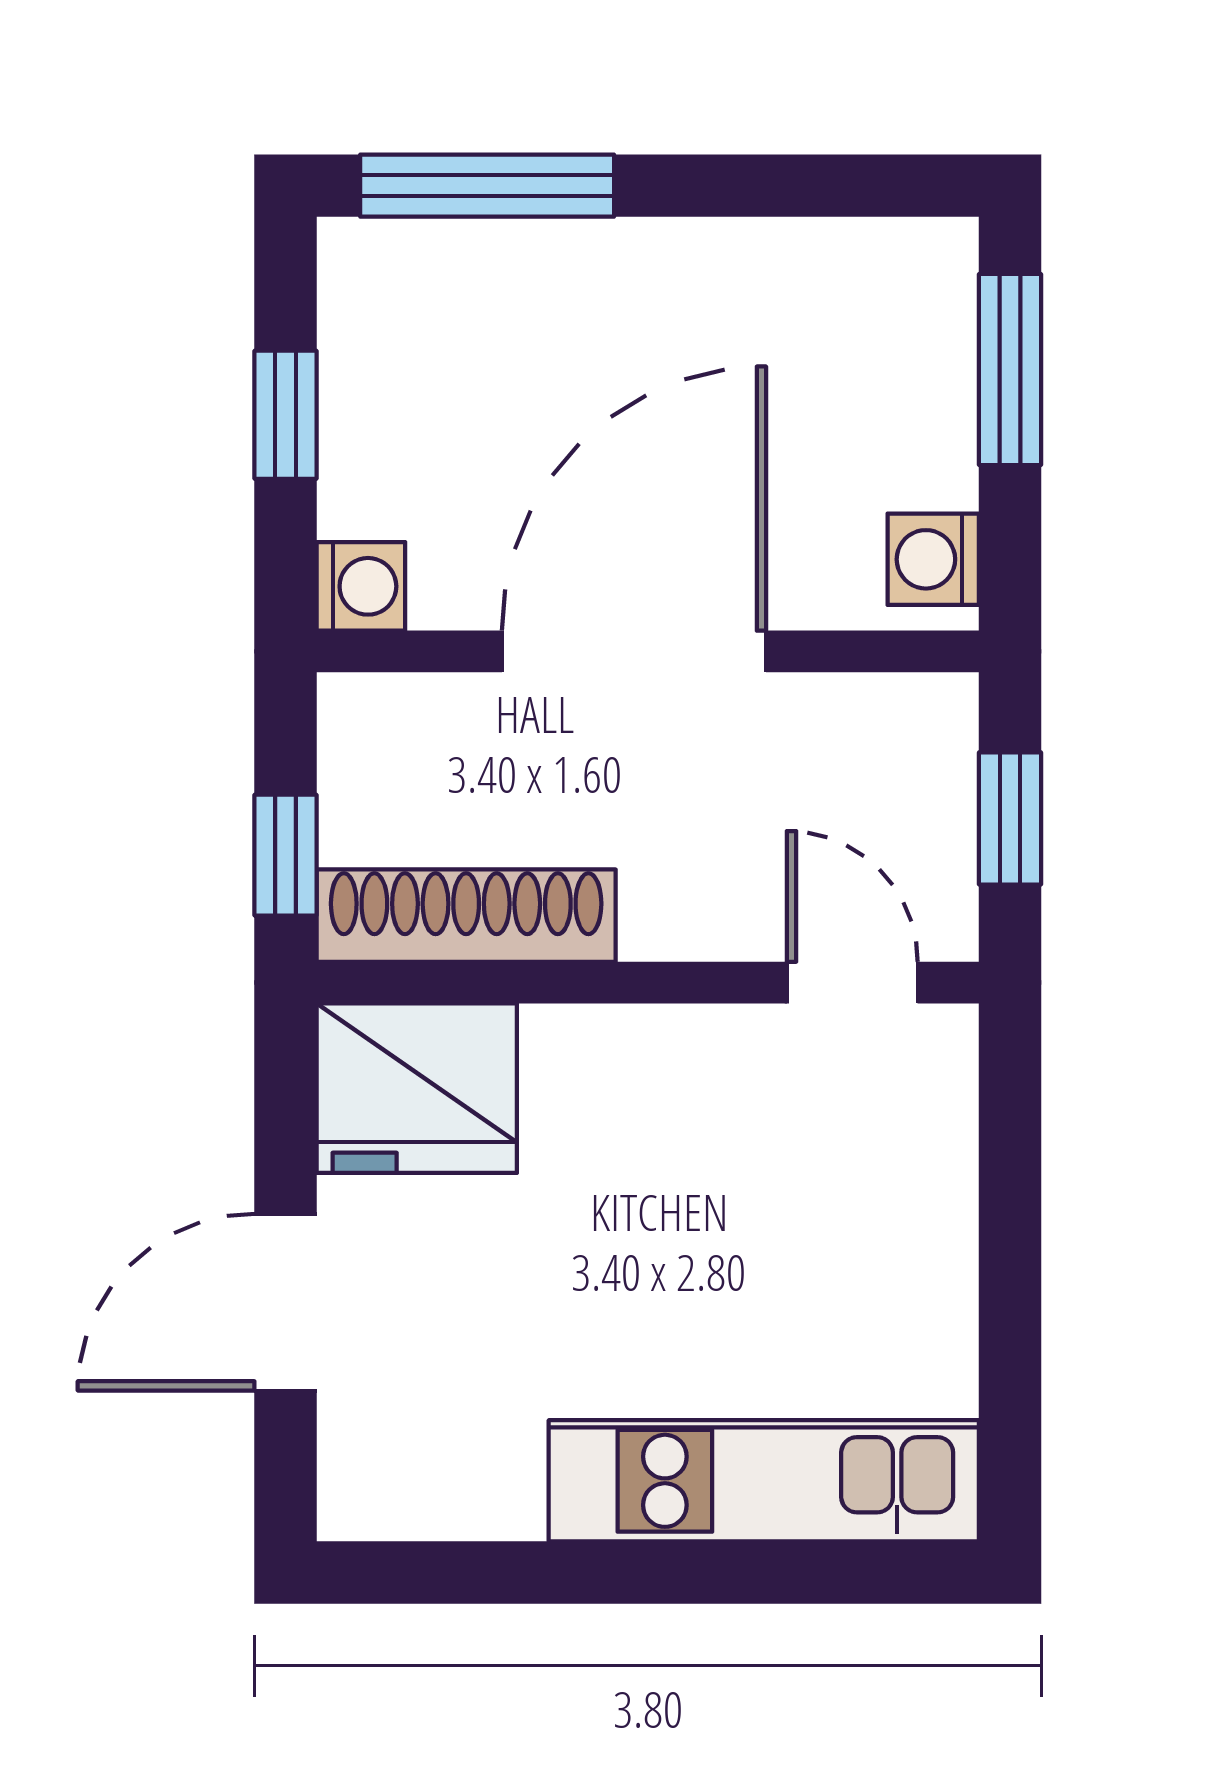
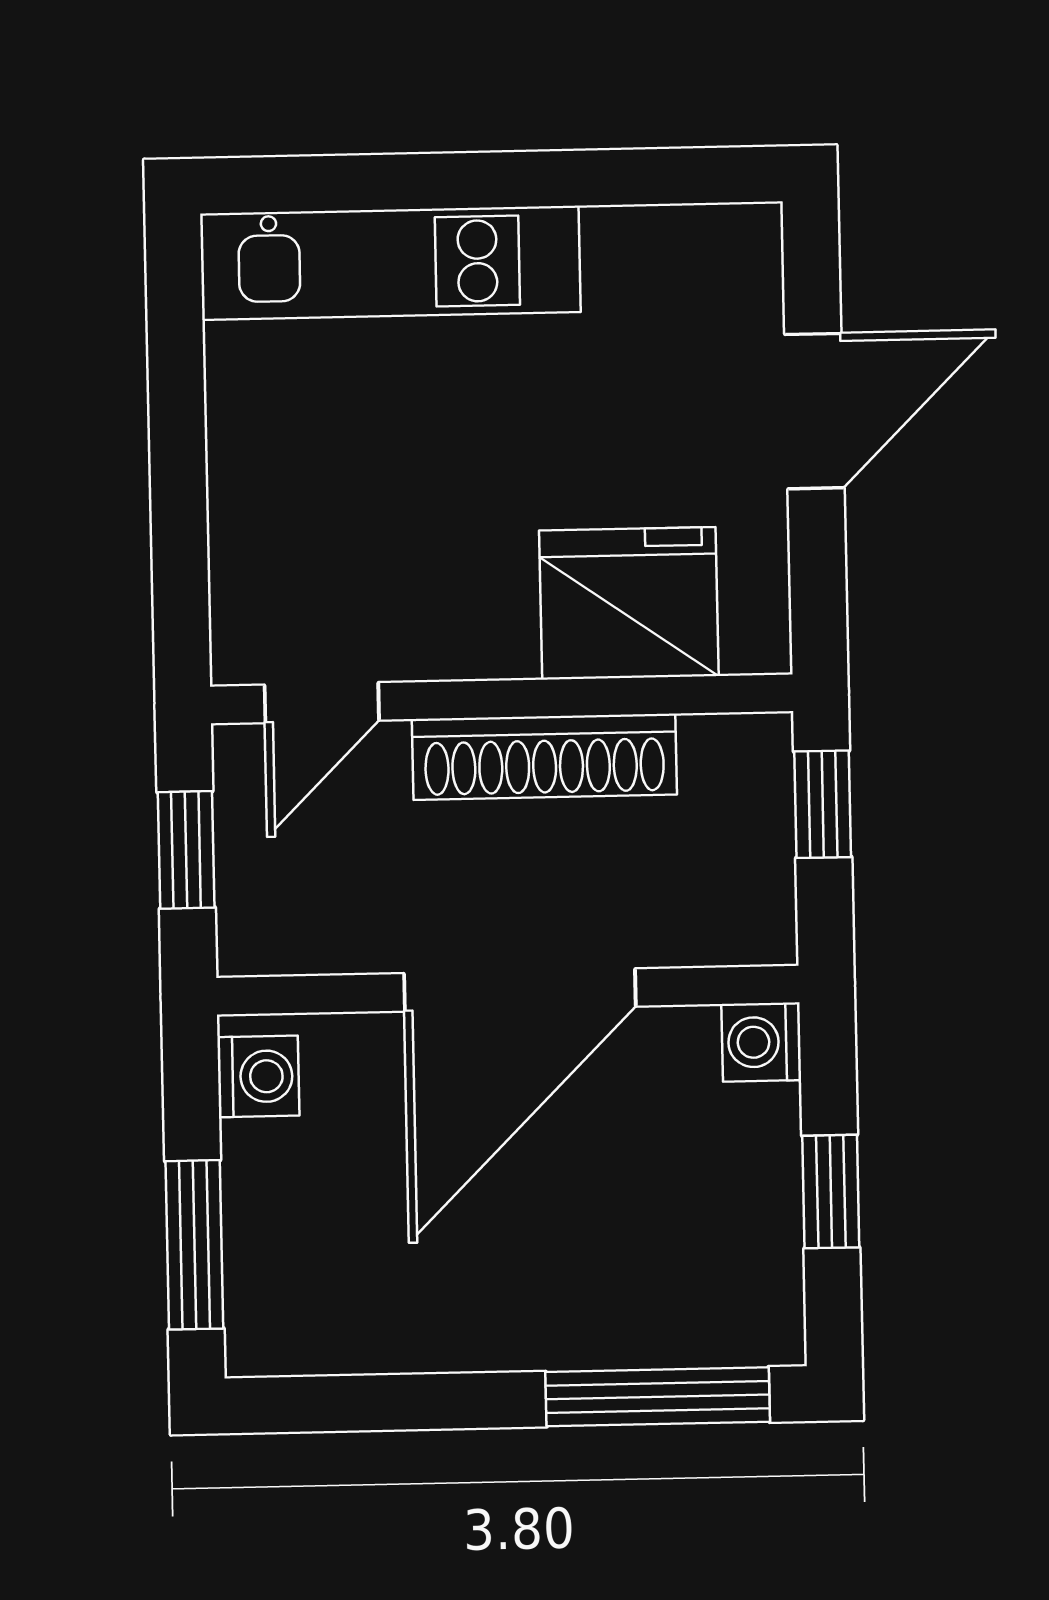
shoe rack: (466, 916) -> (544, 757), moved
door: (852, 983) -> (322, 703), hinge flipped
fridge: (417, 1088) -> (629, 603), moved

